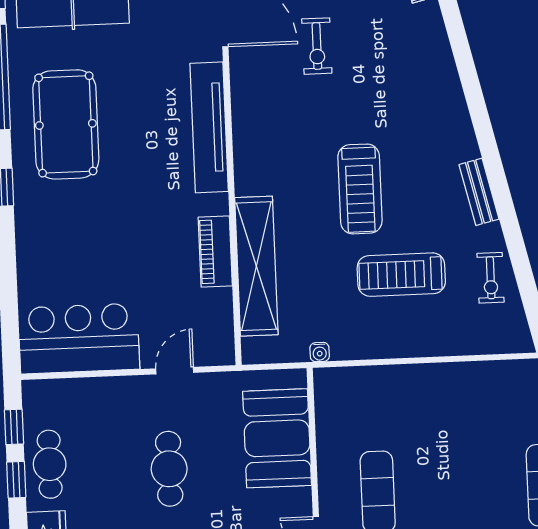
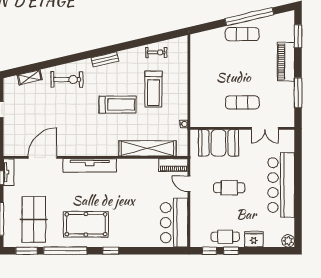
exercise bike: (317, 46) -> (67, 80), moved, width x1.38, depth x1.39
bench: (479, 192) -> (105, 59), moved
piano: (215, 252) -> (173, 165), moved

